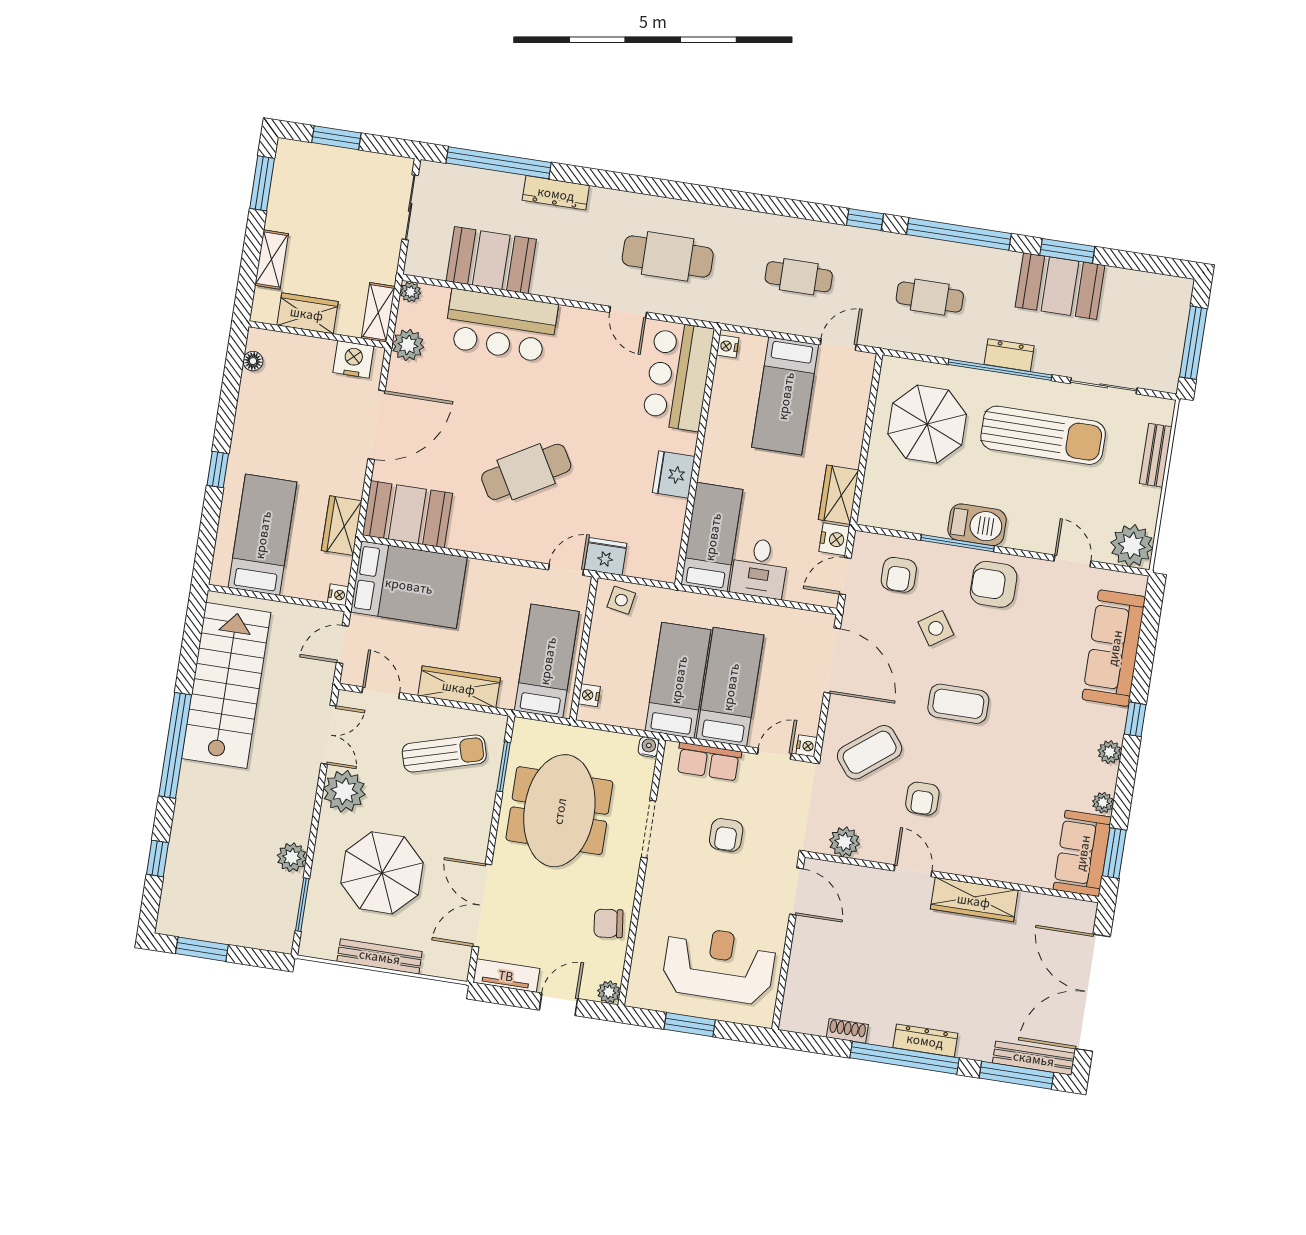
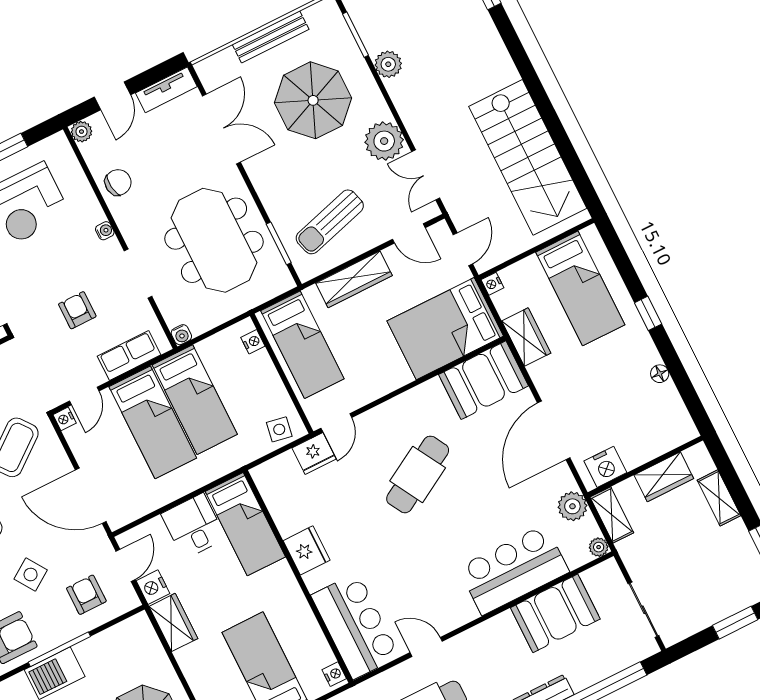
floor lamp: (253, 361) -> (660, 374), moved
window: (175, 745) -> (534, 86), removed
water cooler: (651, 889) -> (105, 231), added

